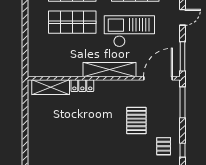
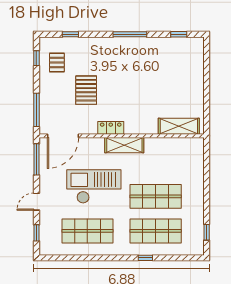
checkout: (129, 31) -> (94, 187), turned 180
shelving: (109, 70) -> (124, 145), width x0.68
locker: (82, 86) -> (111, 128), moved

